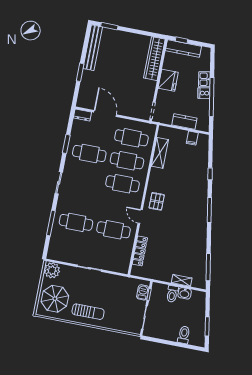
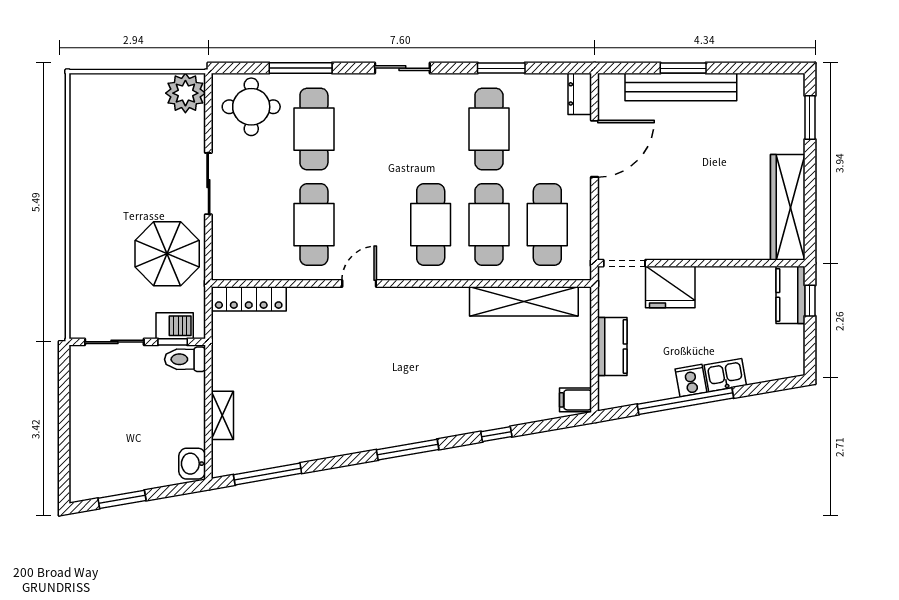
bench: (93, 48) -> (681, 87), moved
kitchen counter: (183, 48) -> (791, 295), width x0.67
wardrobe: (154, 59) -> (788, 207), moved, turned -90
fridge: (168, 80) -> (670, 287), moved
filing cabinet: (192, 138) -> (576, 400), moved
shelving: (160, 153) -> (524, 301), width x1.47
pallet: (157, 201) -> (404, 317), removed
round table: (62, 245) -> (251, 107), added
locker: (140, 251) -> (249, 299), moved
washbasin: (185, 293) -> (192, 464), moved
toilet: (172, 294) -> (185, 359), moved
parasol: (55, 299) -> (167, 254), moved
sun lounger: (88, 312) -> (101, 201), removed
toilet: (184, 335) -> (90, 447), removed

